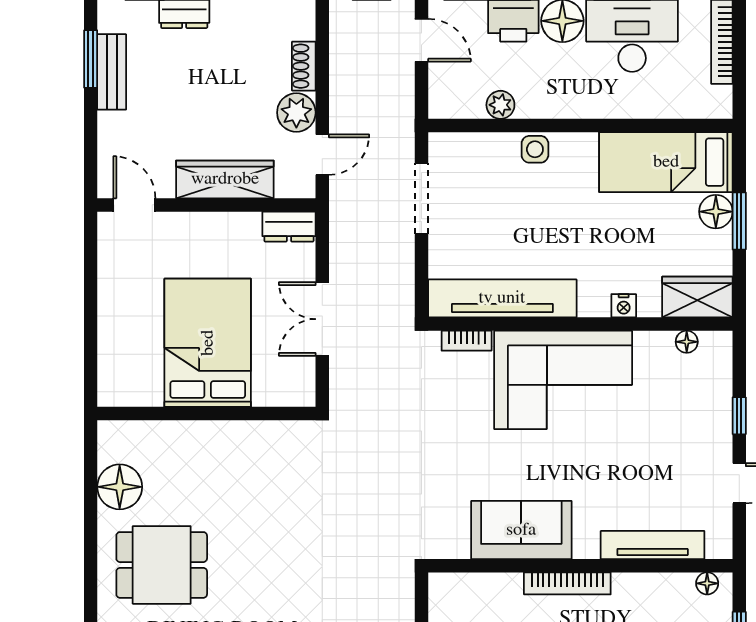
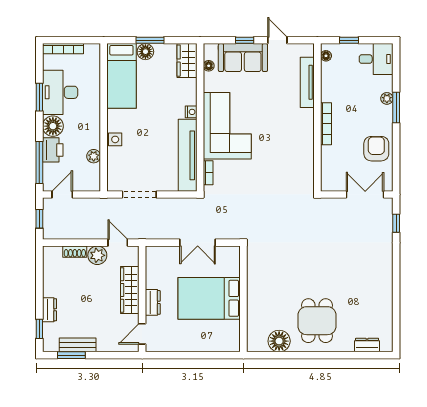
dresser: (289, 227) -> (153, 302), moved
nightstand: (624, 306) -> (191, 112), moved
sofa: (521, 530) -> (243, 58), moved, turned -90

